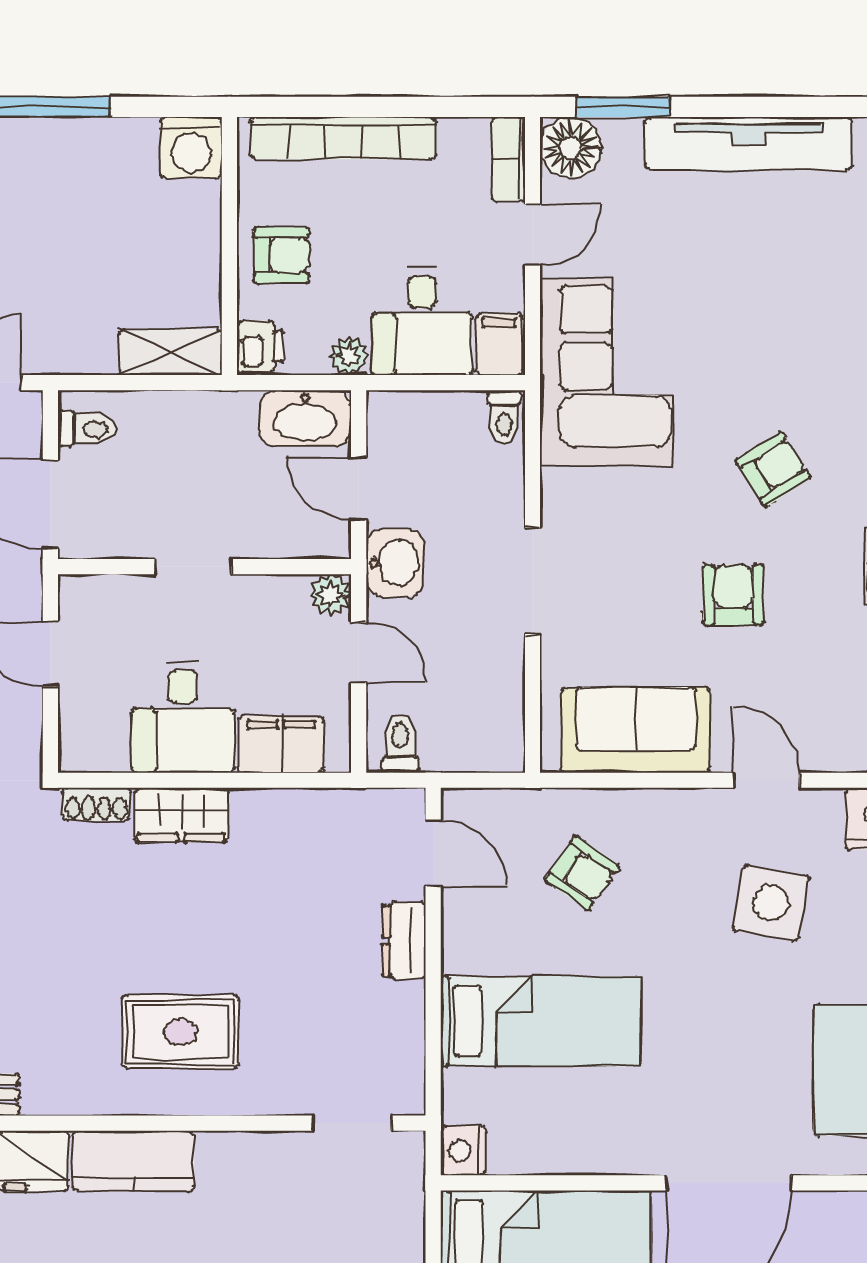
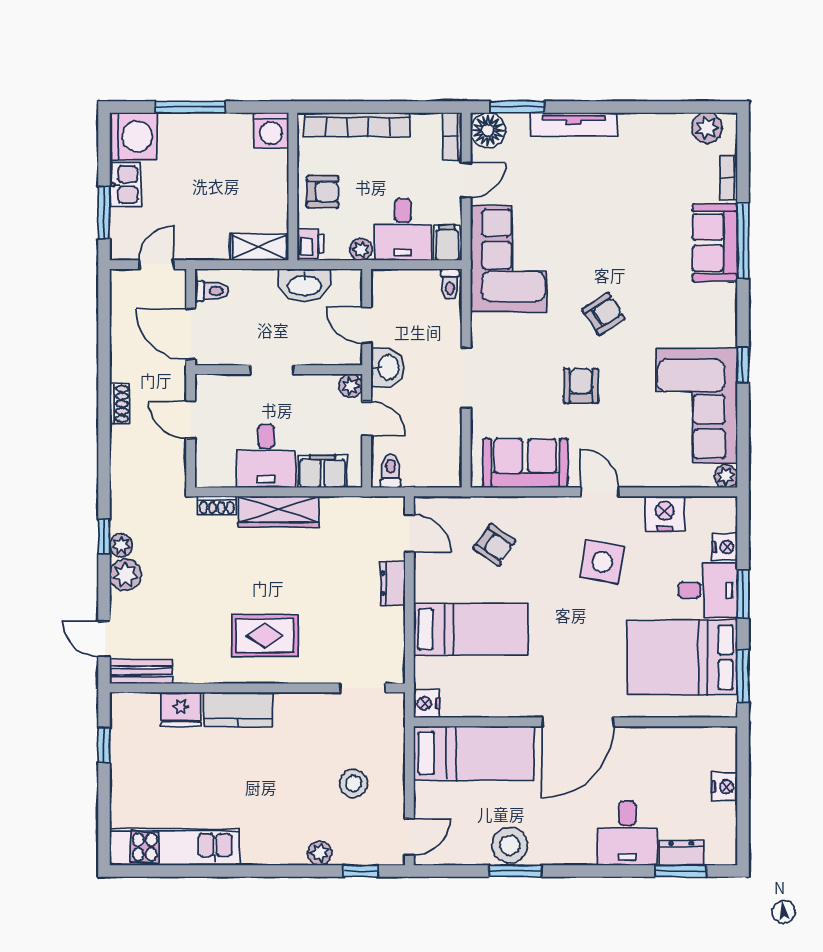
tv unit: (749, 143) -> (574, 124), width x0.73, depth x0.78
washbasin: (305, 418) -> (304, 285), moved
wardrobe: (181, 815) -> (279, 512), width x1.50

